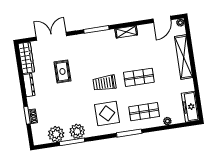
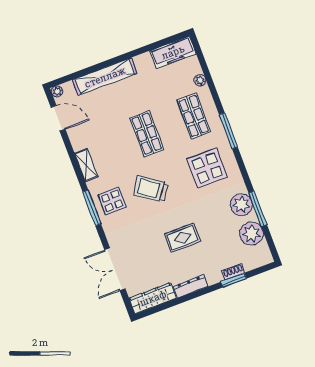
display table: (98, 44) -> (112, 201), added
rug: (62, 71) -> (182, 238), moved
trolley: (104, 83) -> (151, 189), moved, turned 125

